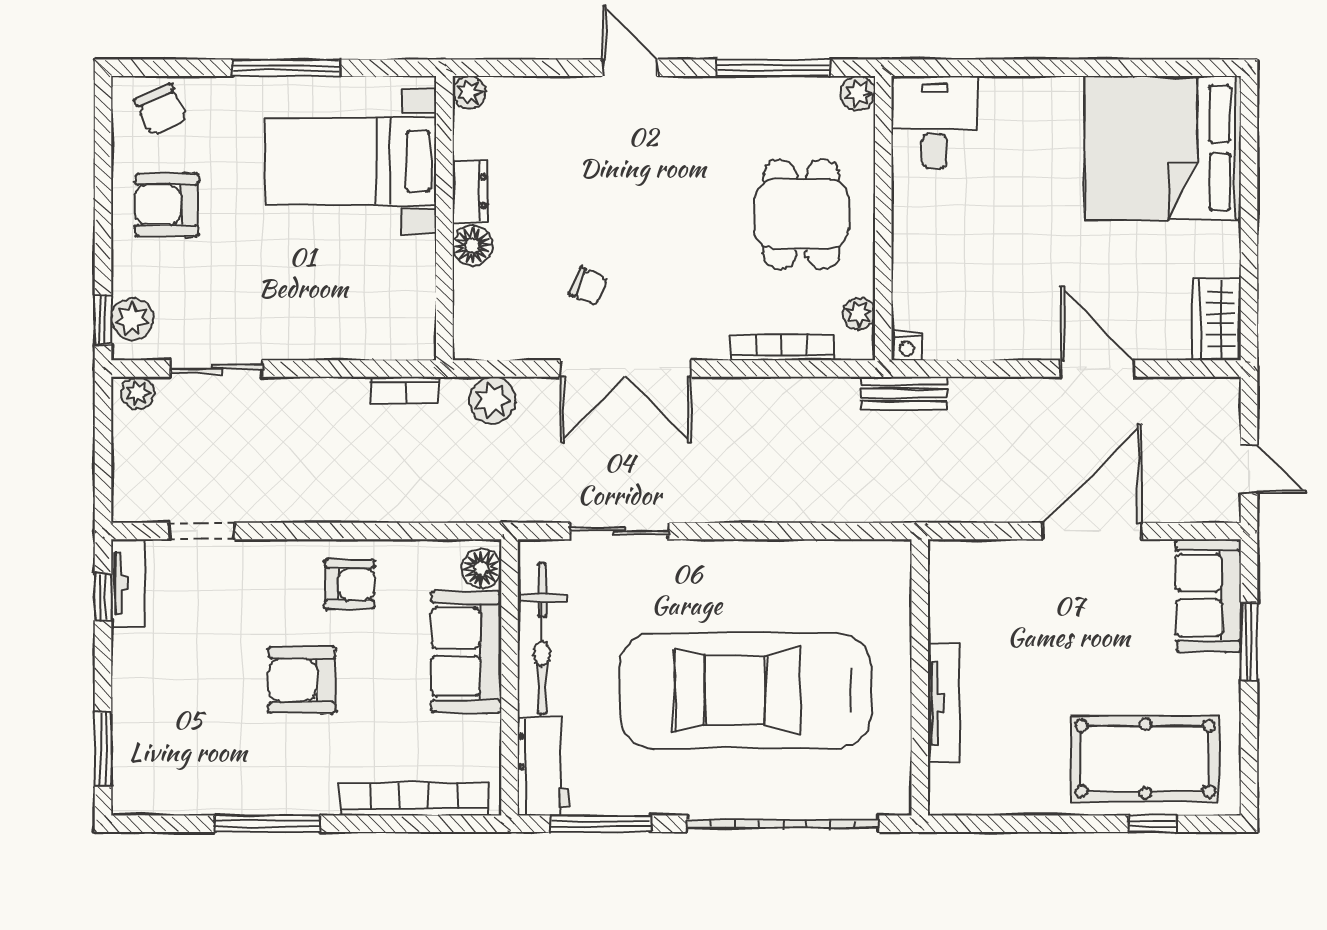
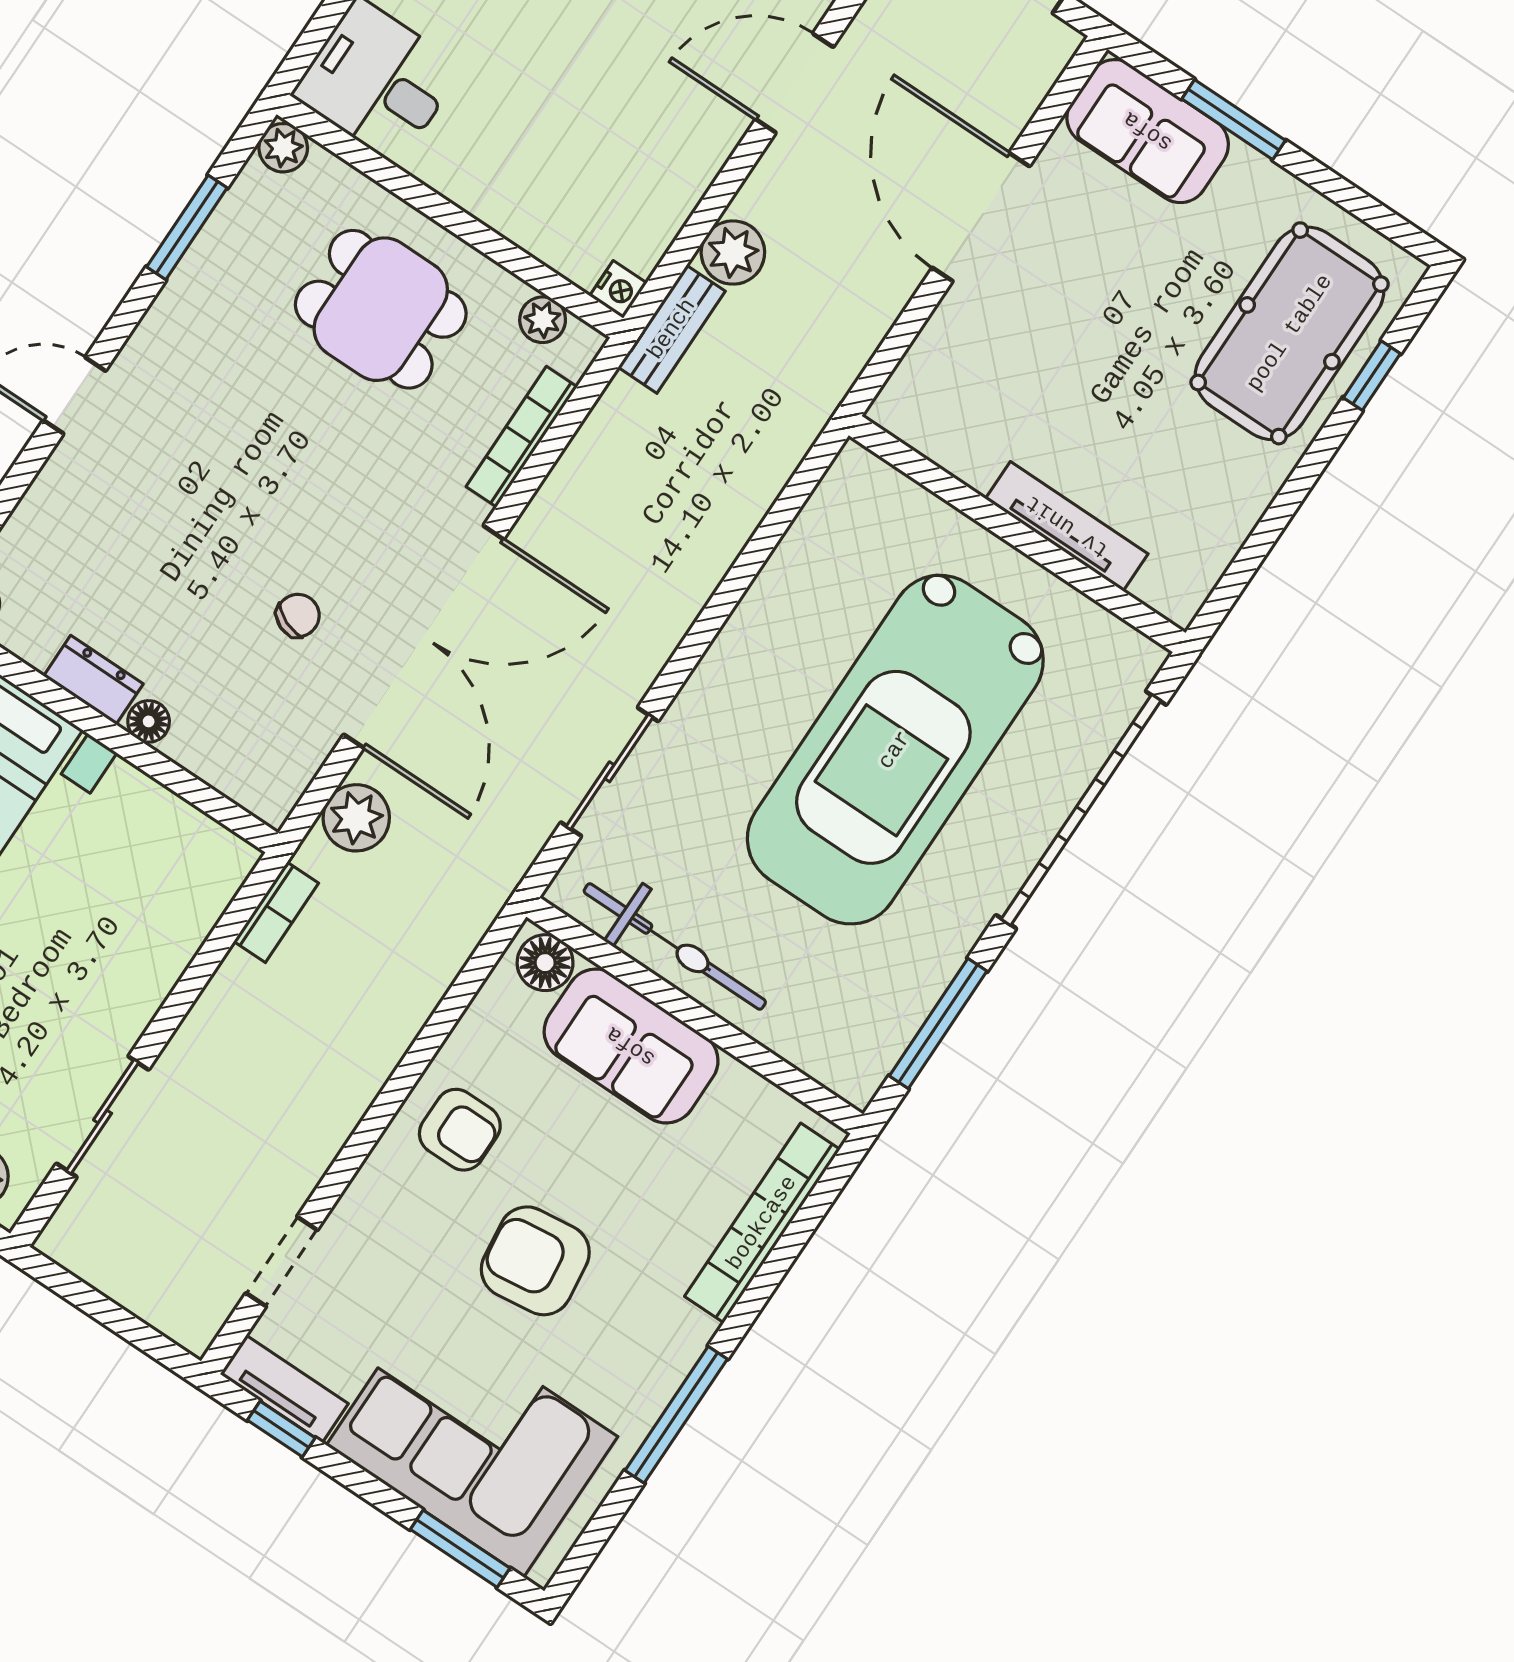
window: (773, 68) -> (187, 227), width x0.69
floor lamp: (473, 245) -> (149, 721), width x0.73, depth x0.73
double door: (625, 369) -> (424, 637), width x1.36
plant: (138, 393) -> (733, 253), moved, width x1.38, depth x1.38
armchair: (350, 584) -> (460, 1130), turned 90
armchair: (302, 680) -> (535, 1261), turned 83
corner sofa: (171, 714) -> (472, 1441), added
workbench: (543, 766) -> (826, 1046), removed

